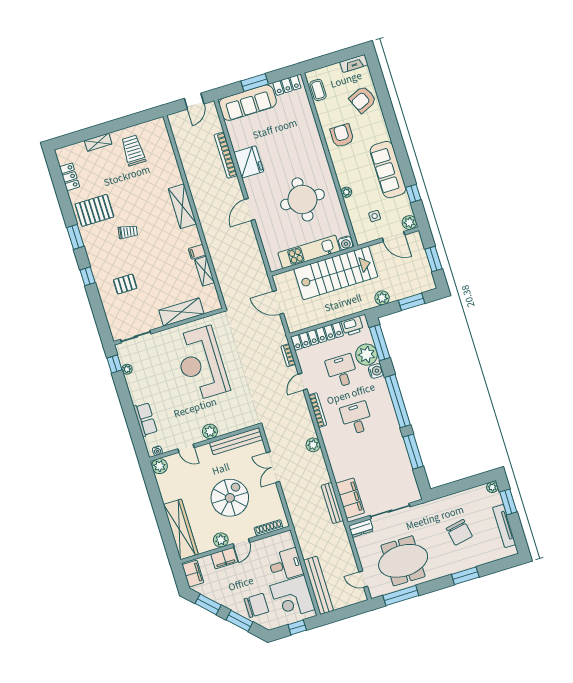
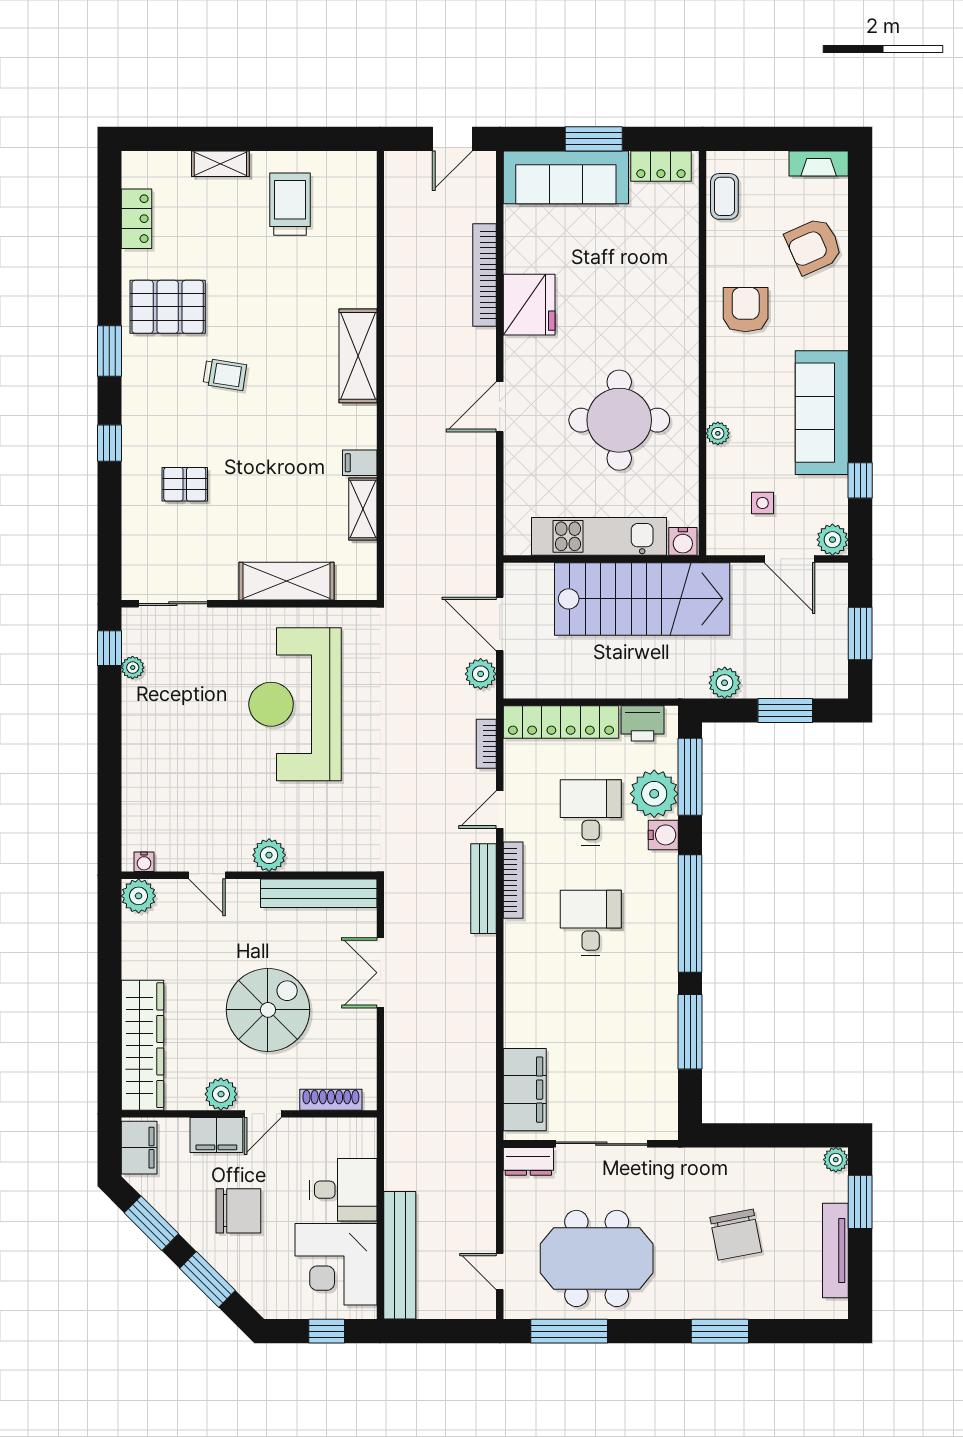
row of seats: (145, 419) -> (139, 787), removed
plant: (313, 445) -> (481, 674), moved
bench: (332, 503) -> (484, 889), moved
chair: (256, 605) -> (238, 1211), moved

